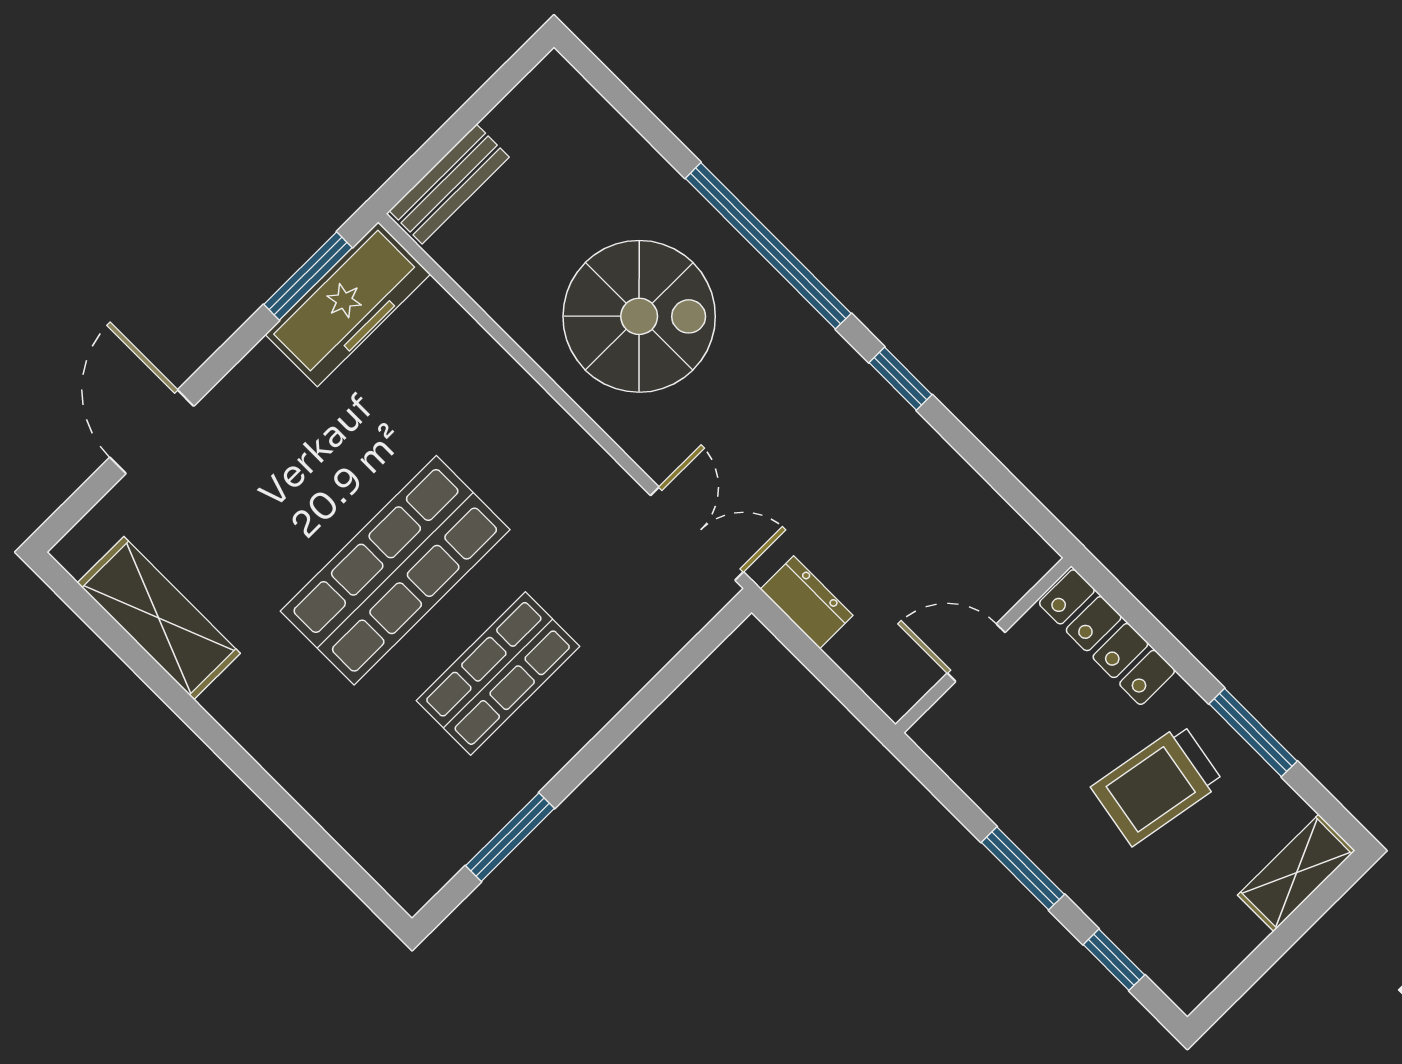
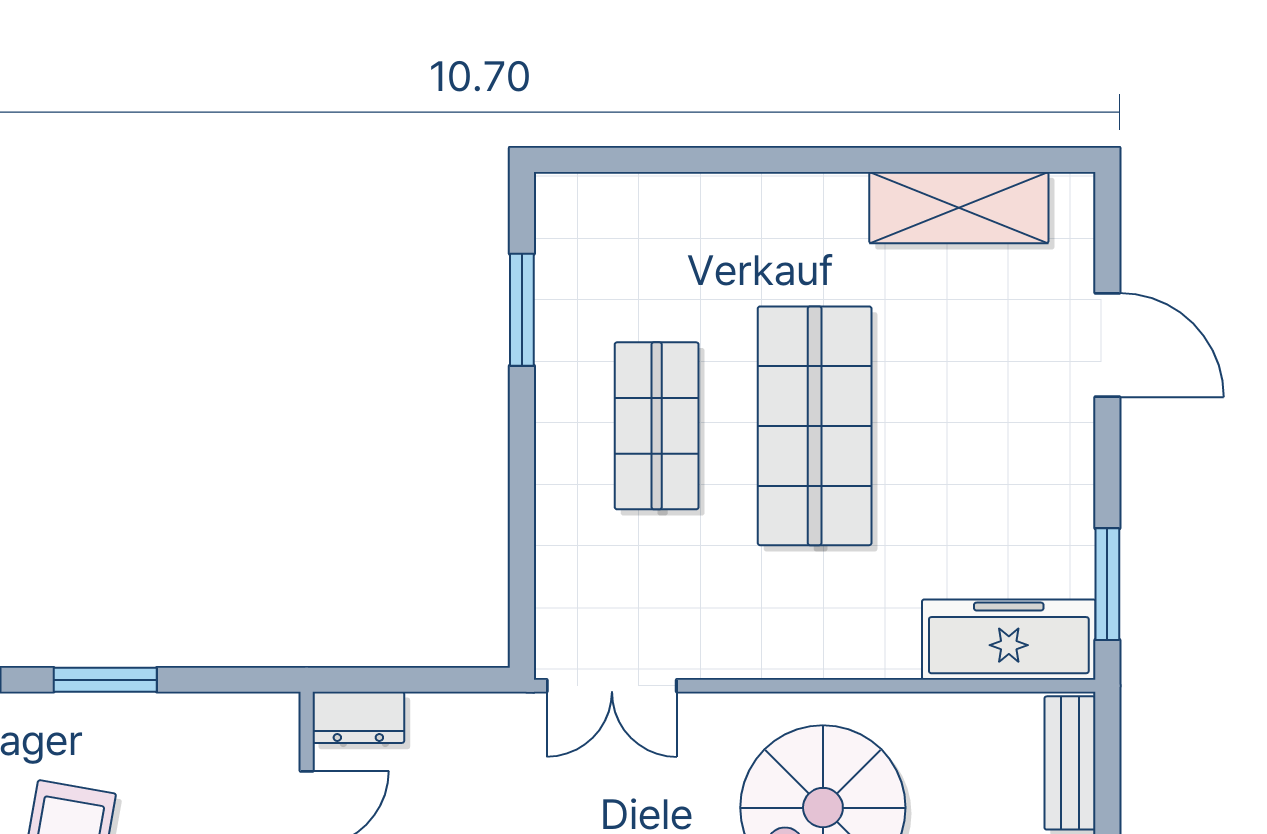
freezer: (348, 304) -> (1009, 640), moved, turned 90
dresser: (807, 602) -> (358, 717), moved

